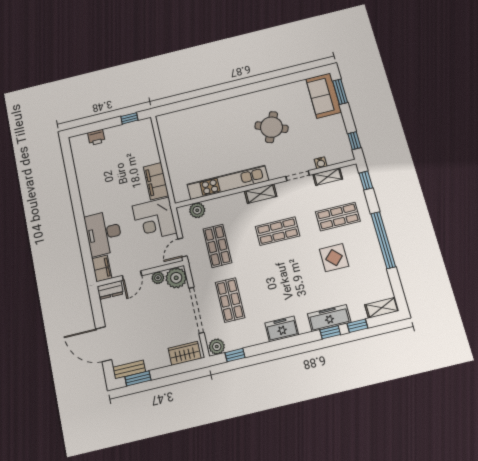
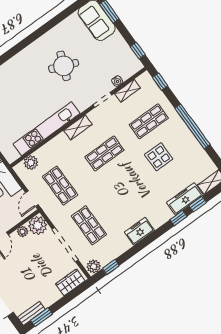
freezer: (329, 318) -> (185, 199), moved

